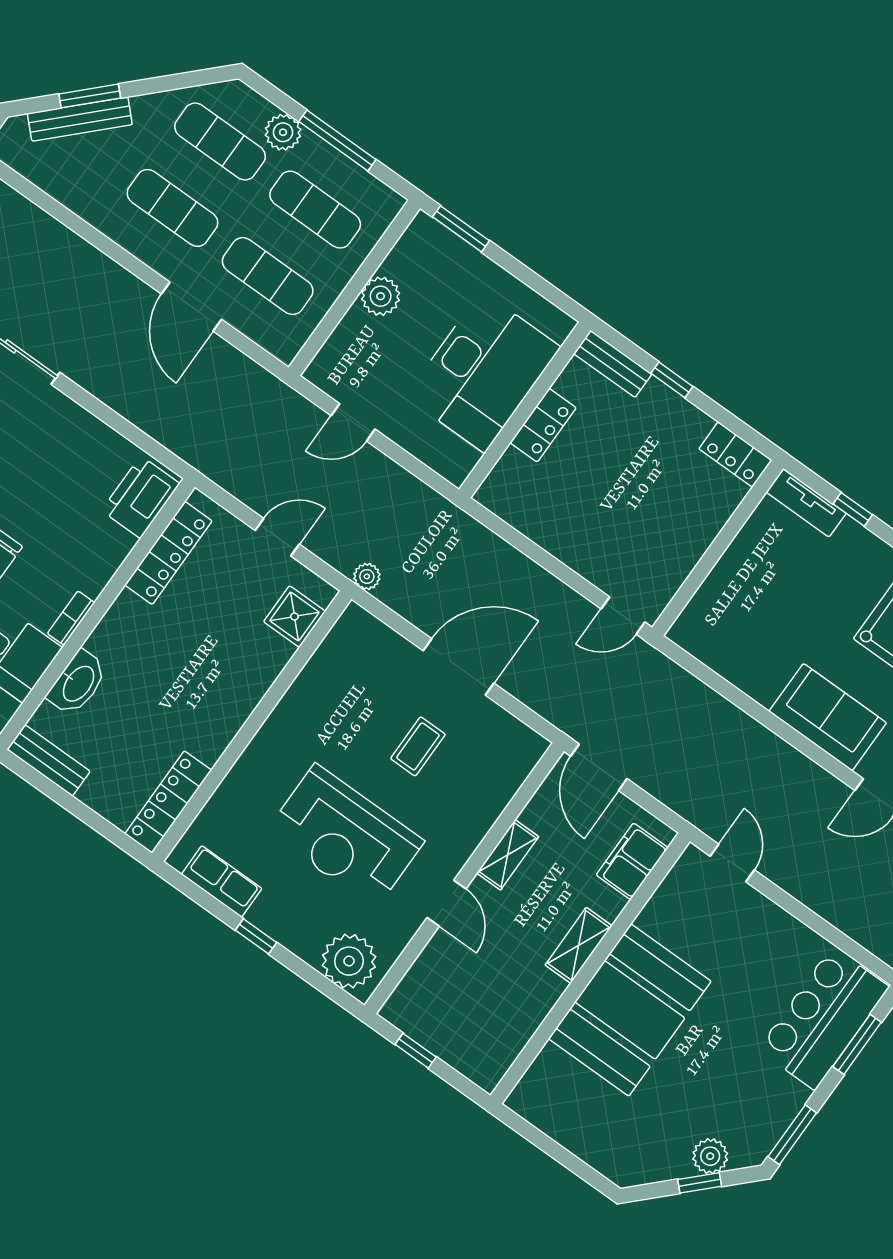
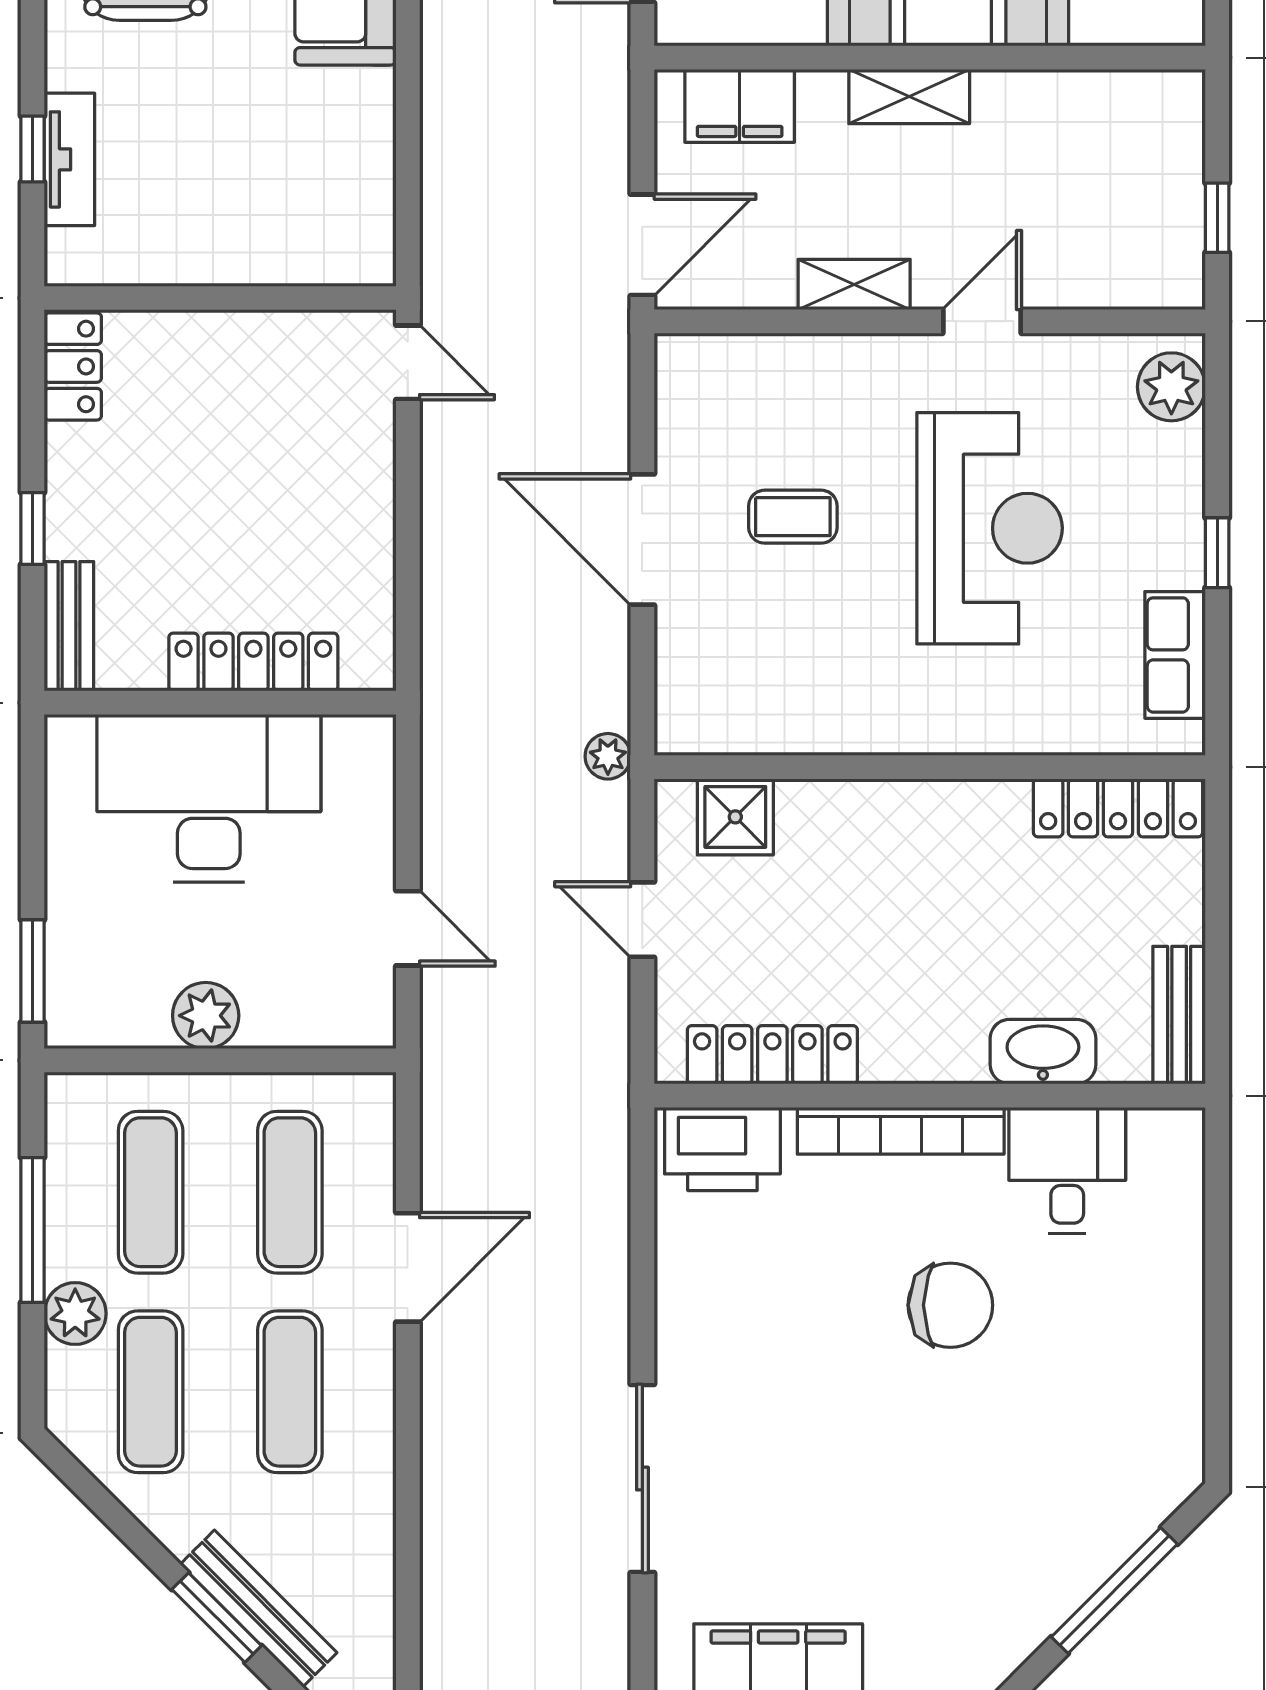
locker: (543, 425) -> (253, 662), width x1.53
tv unit: (806, 503) -> (69, 159), moved
bookcase: (71, 618) -> (901, 1131), width x2.31, depth x1.31
plant: (349, 961) -> (1171, 387), width x0.73, depth x0.73

